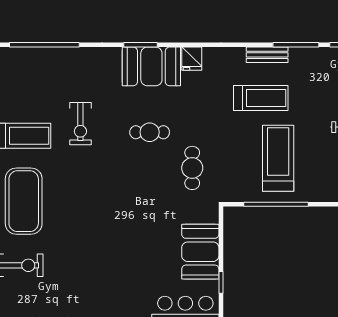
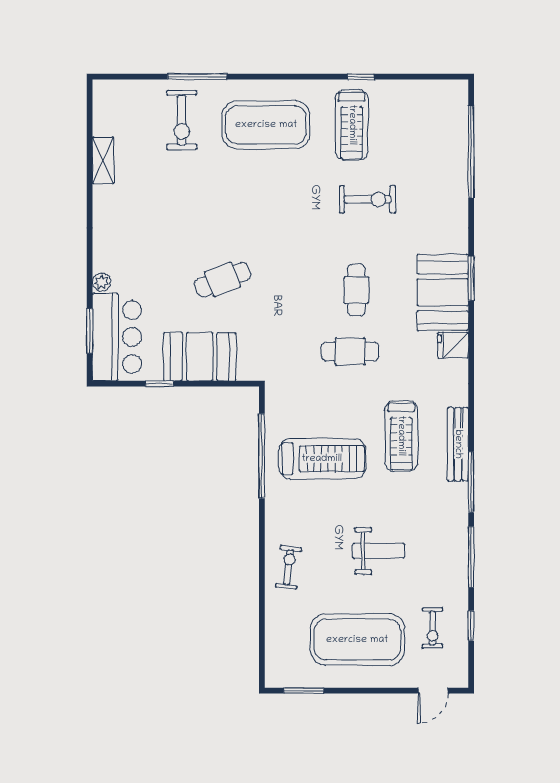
bench: (267, 55) -> (458, 444), width x1.36
exercise bike: (80, 124) -> (368, 199), turned 180
cafe table: (192, 168) -> (350, 351), moved
cafe table: (141, 234) -> (223, 279), added

